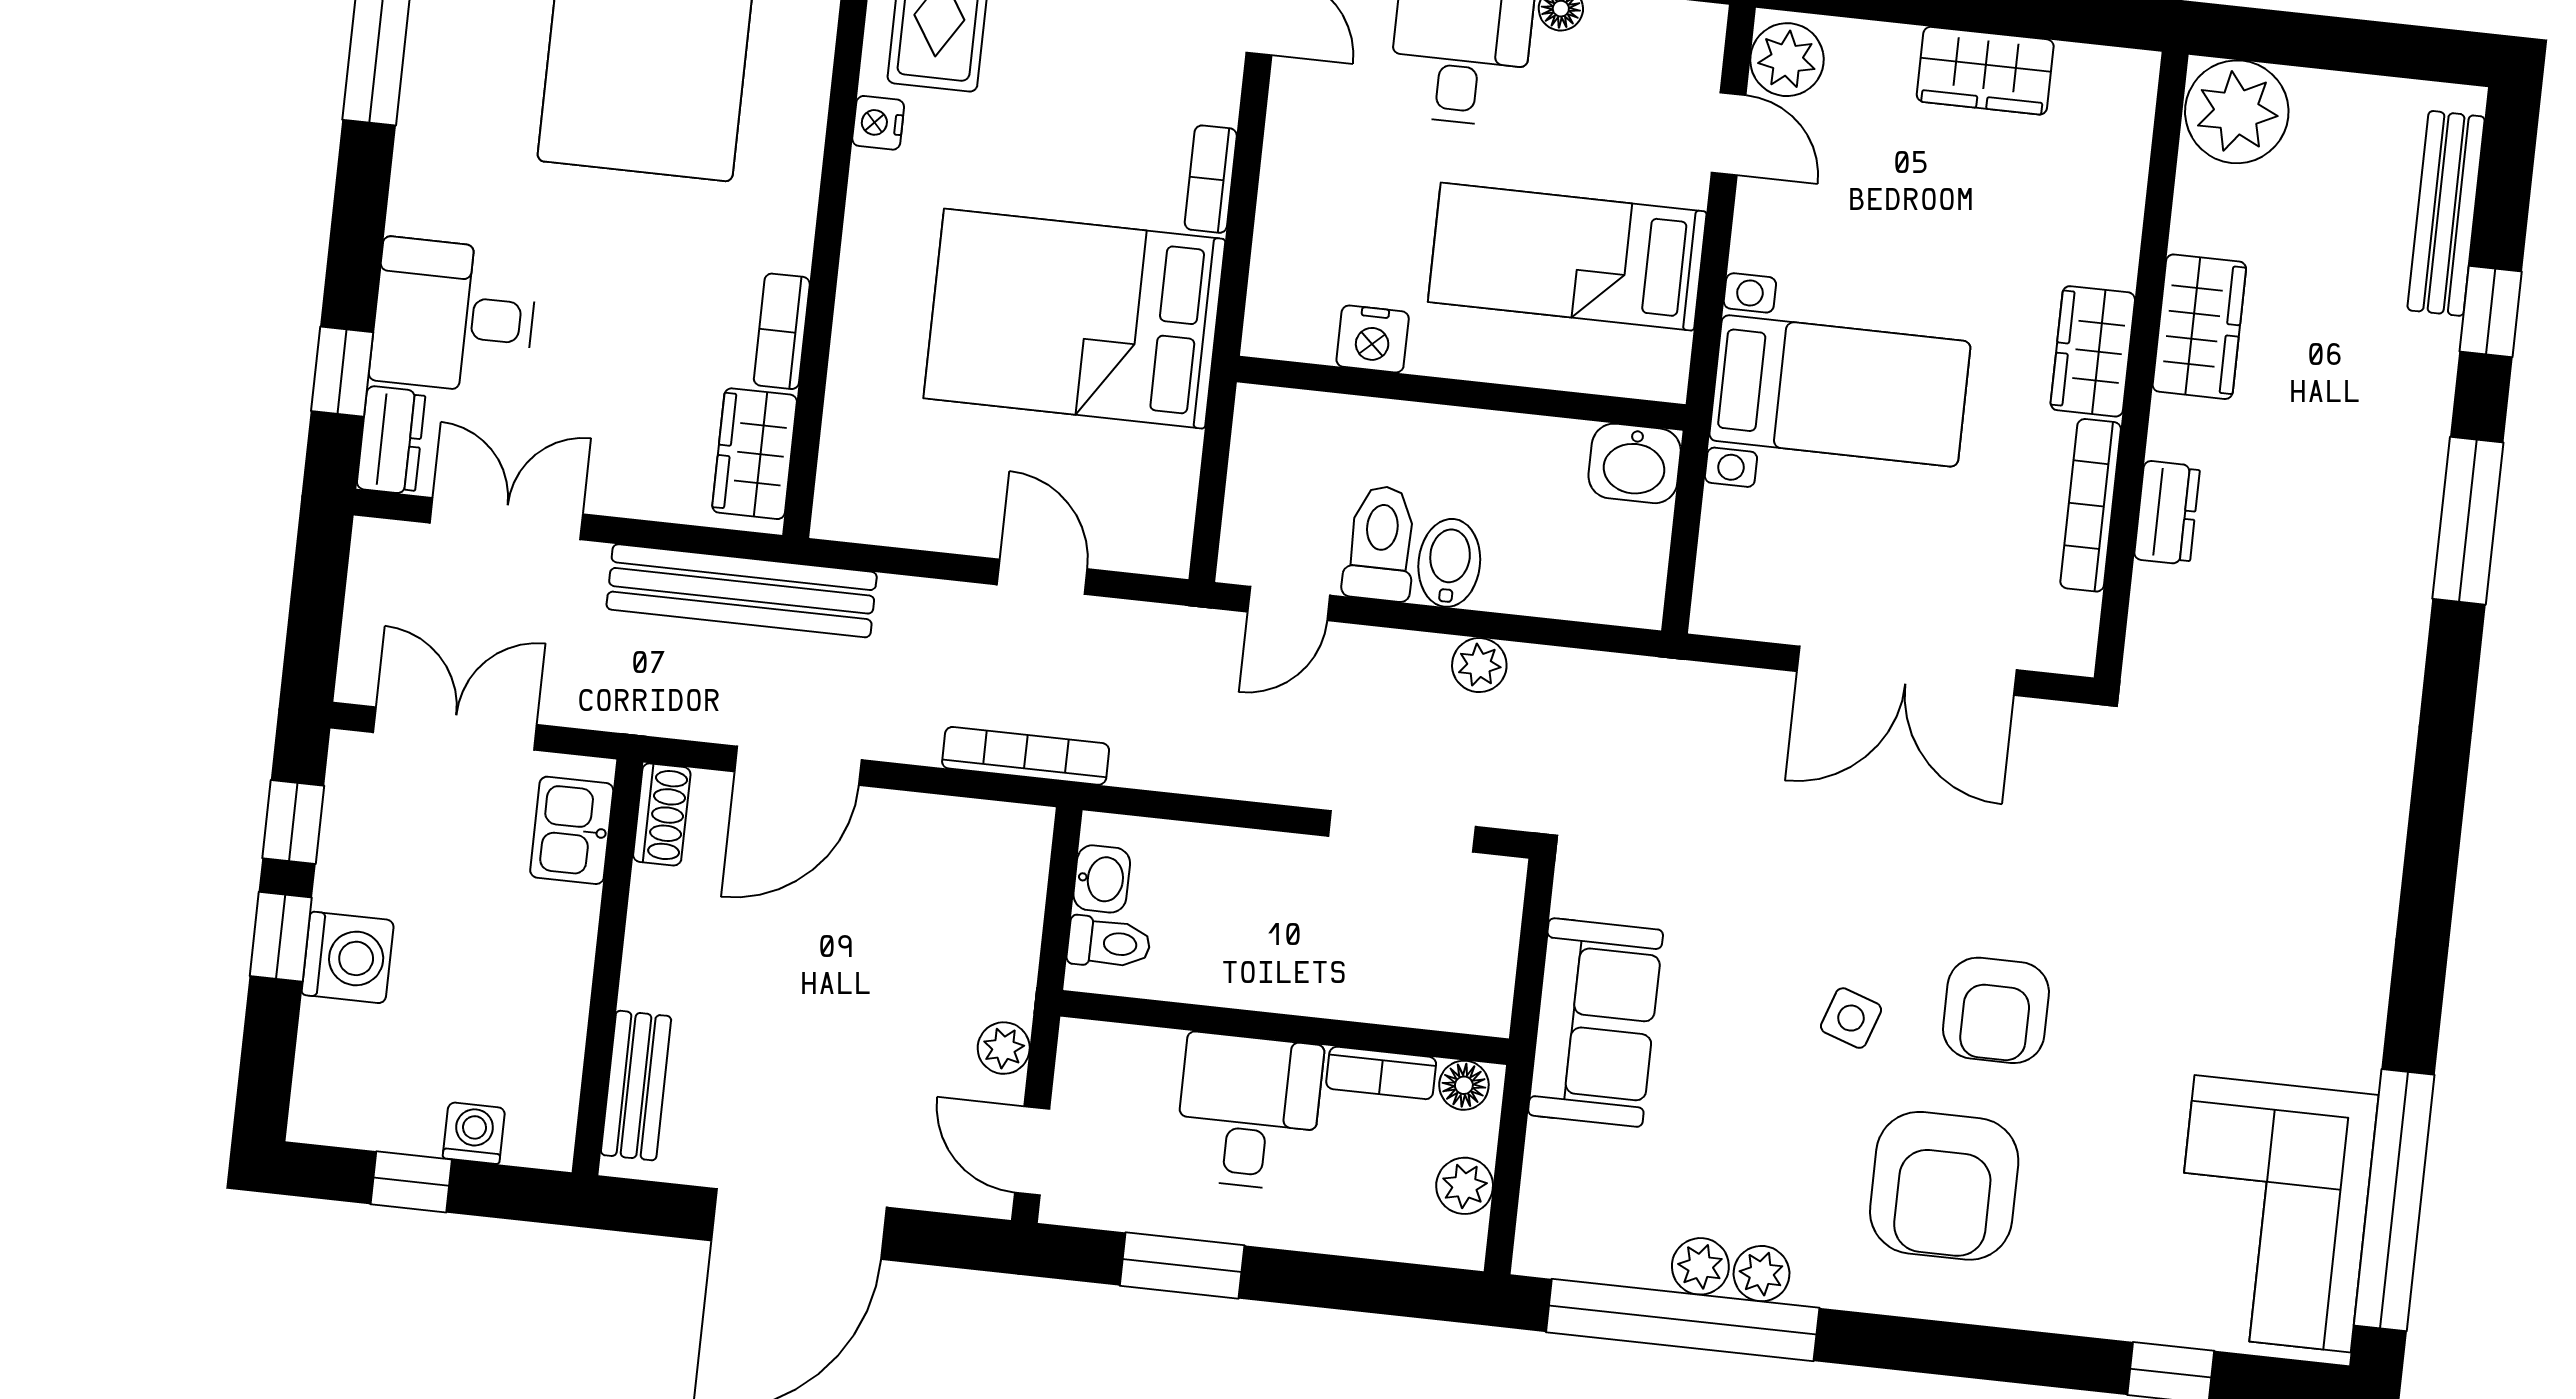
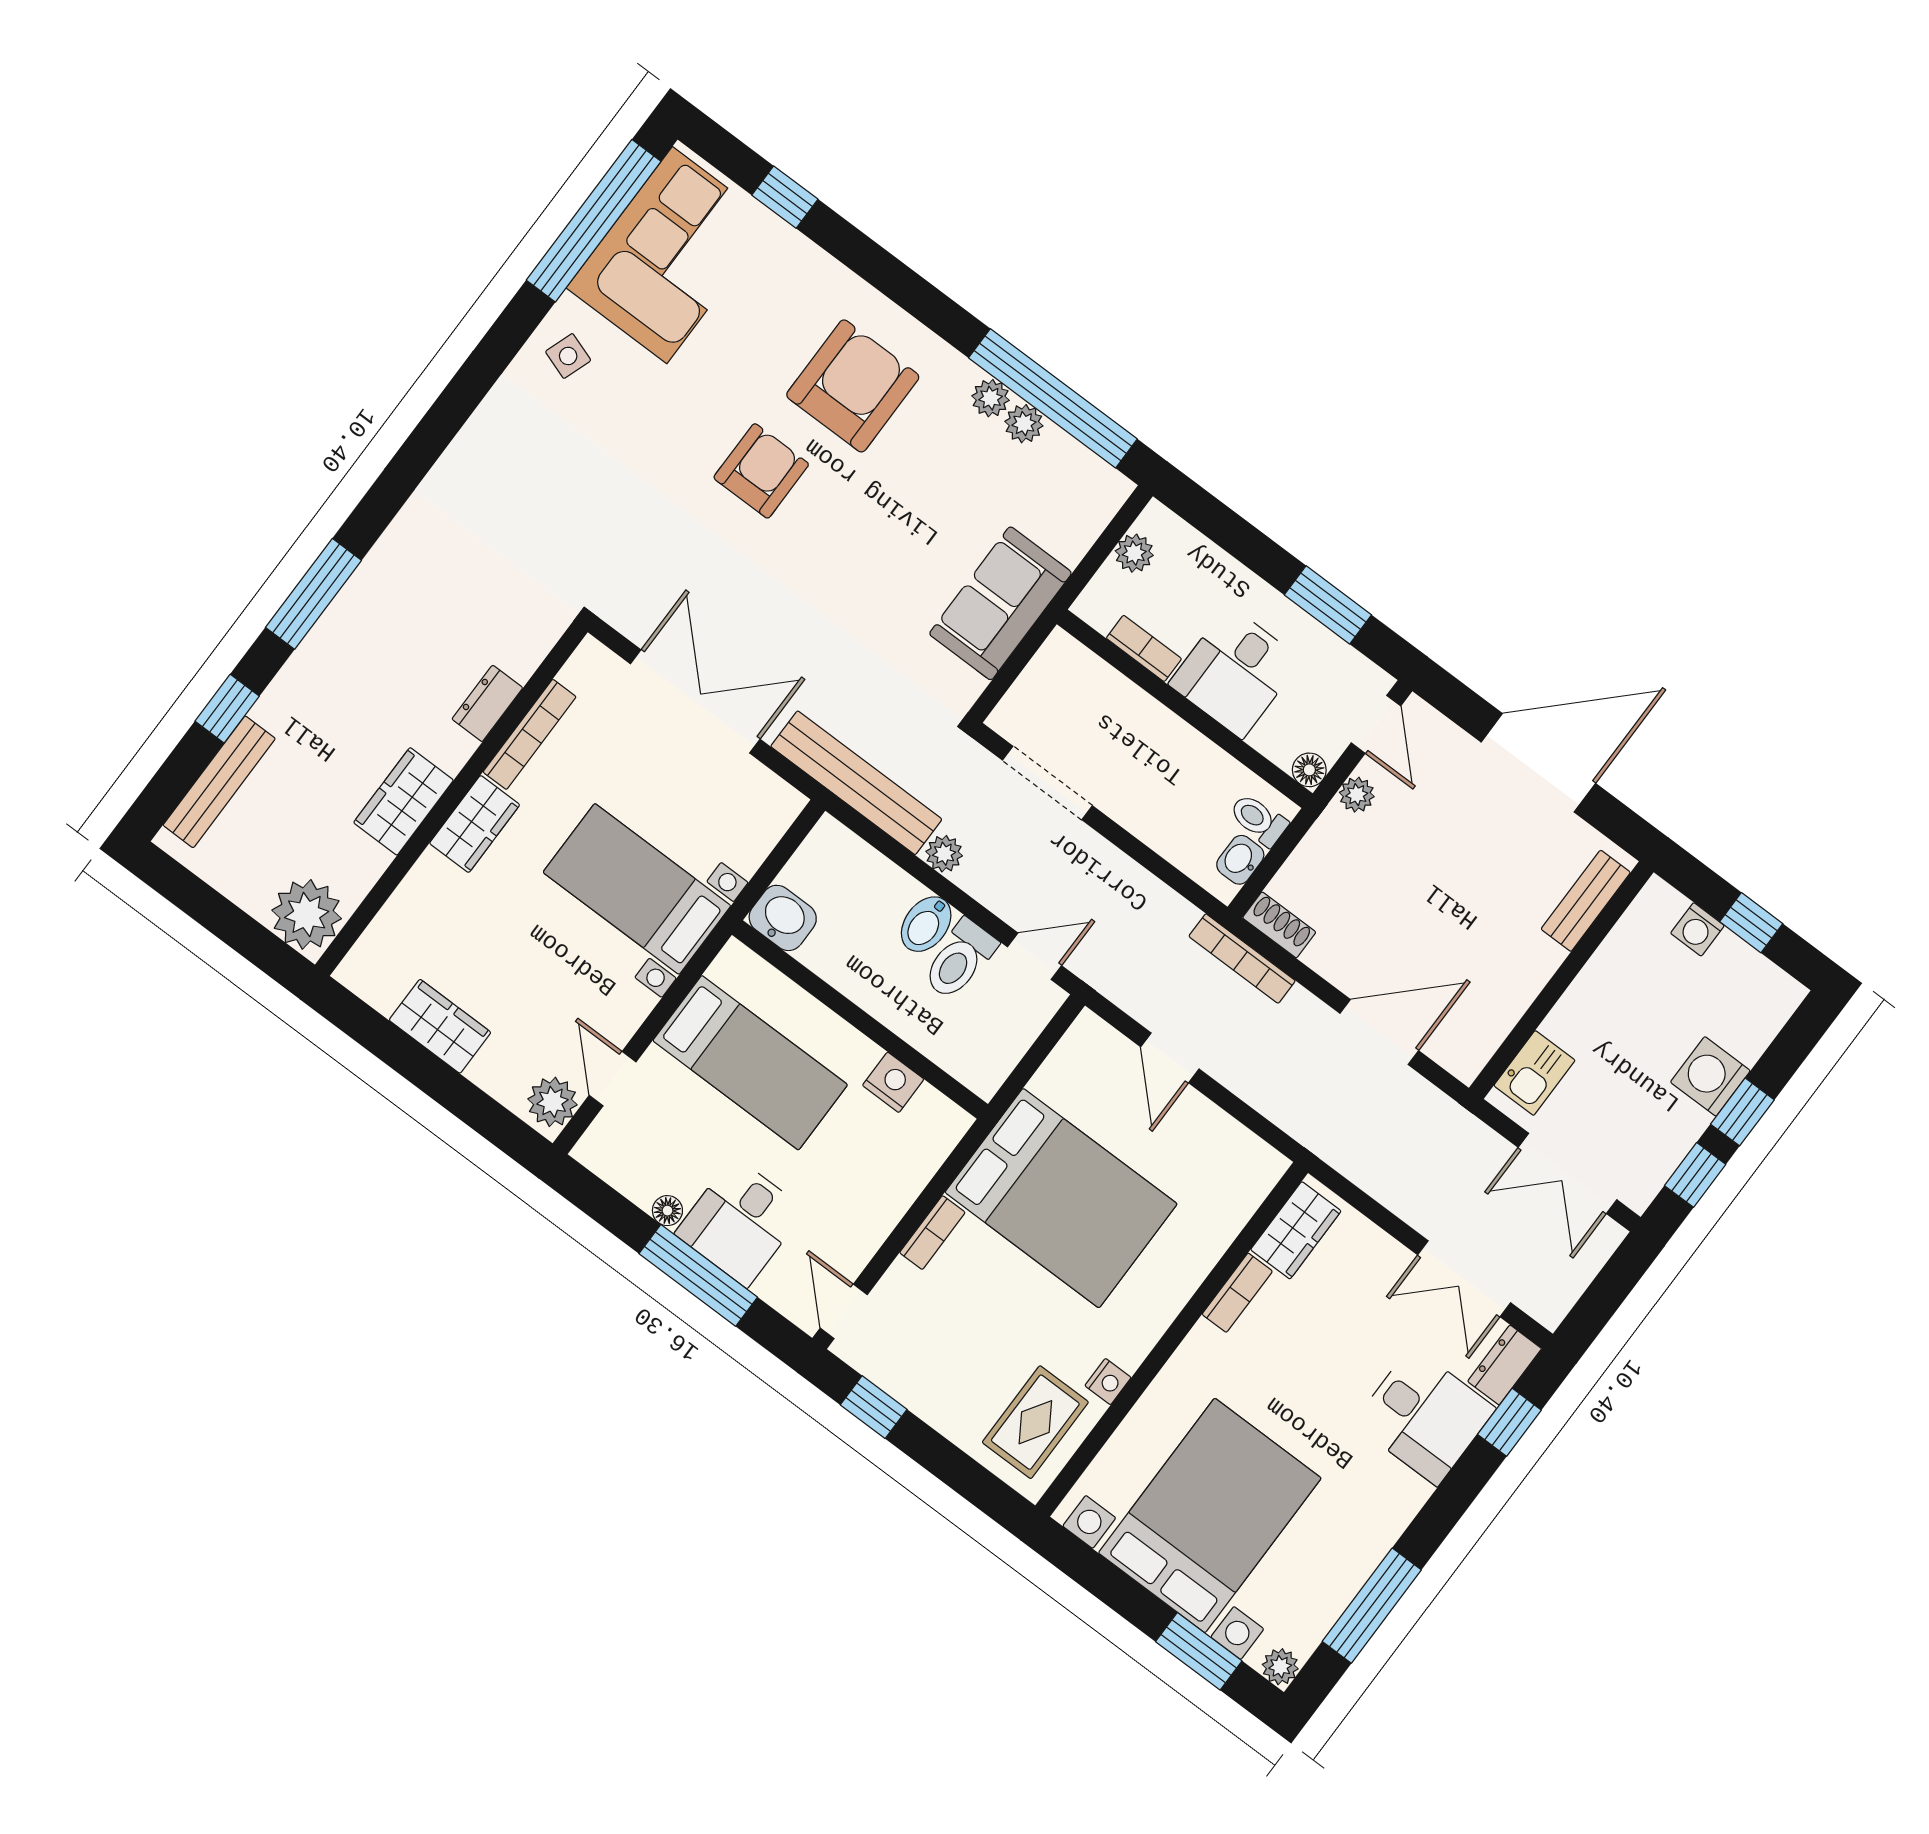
bench: (742, 591) -> (856, 783), moved
shoe rack: (662, 814) -> (1279, 925), moved, turned 90
side table: (1851, 1018) -> (568, 356), moved
floor lamp: (1464, 1085) -> (1309, 770), moved

